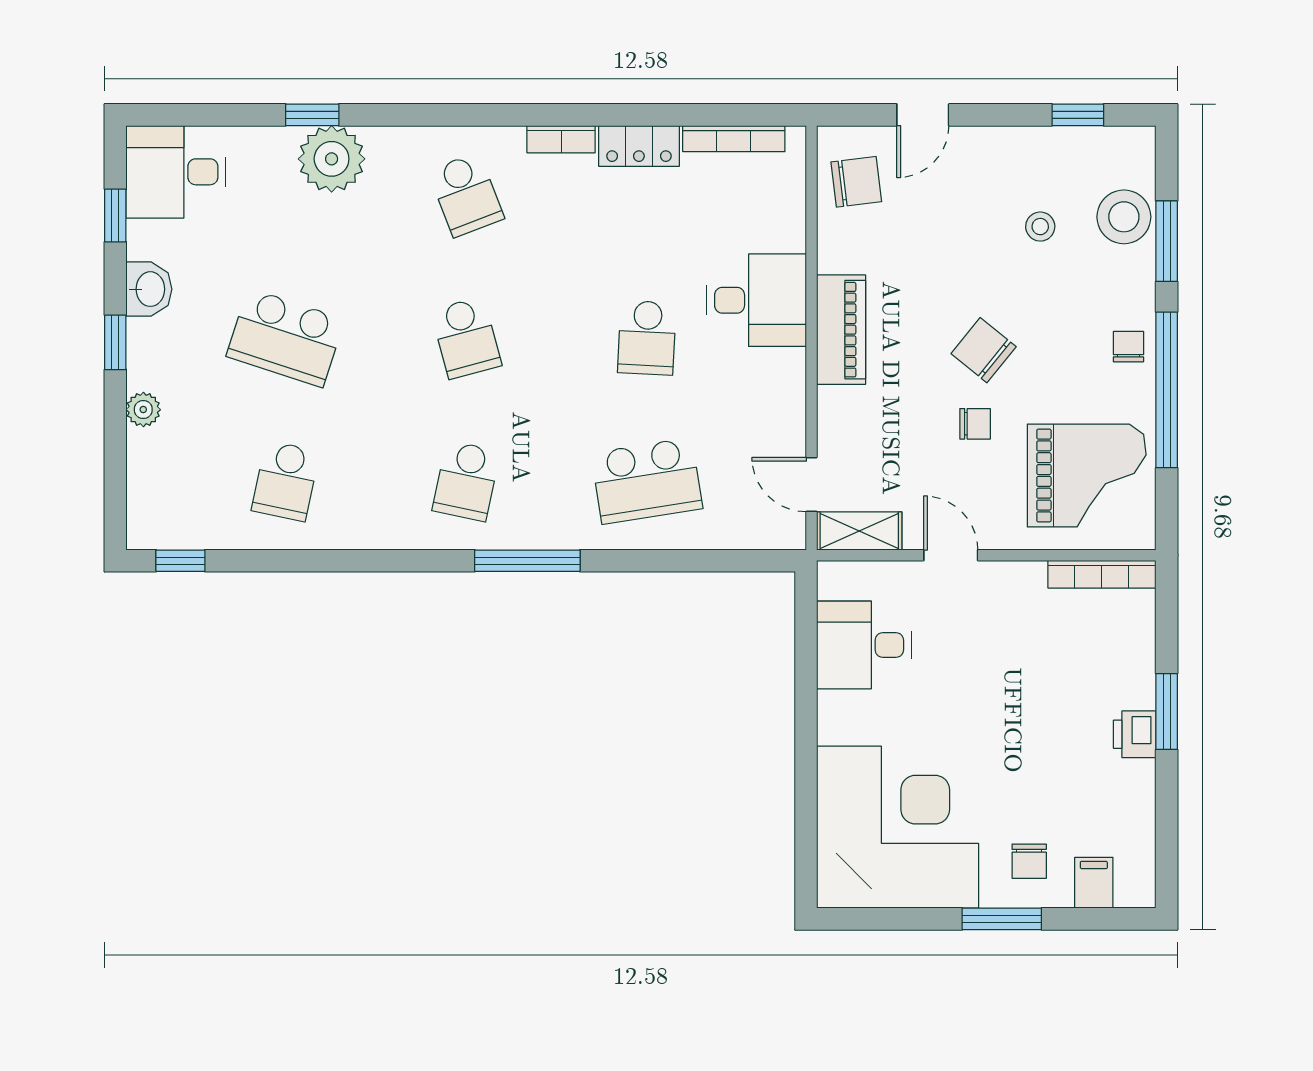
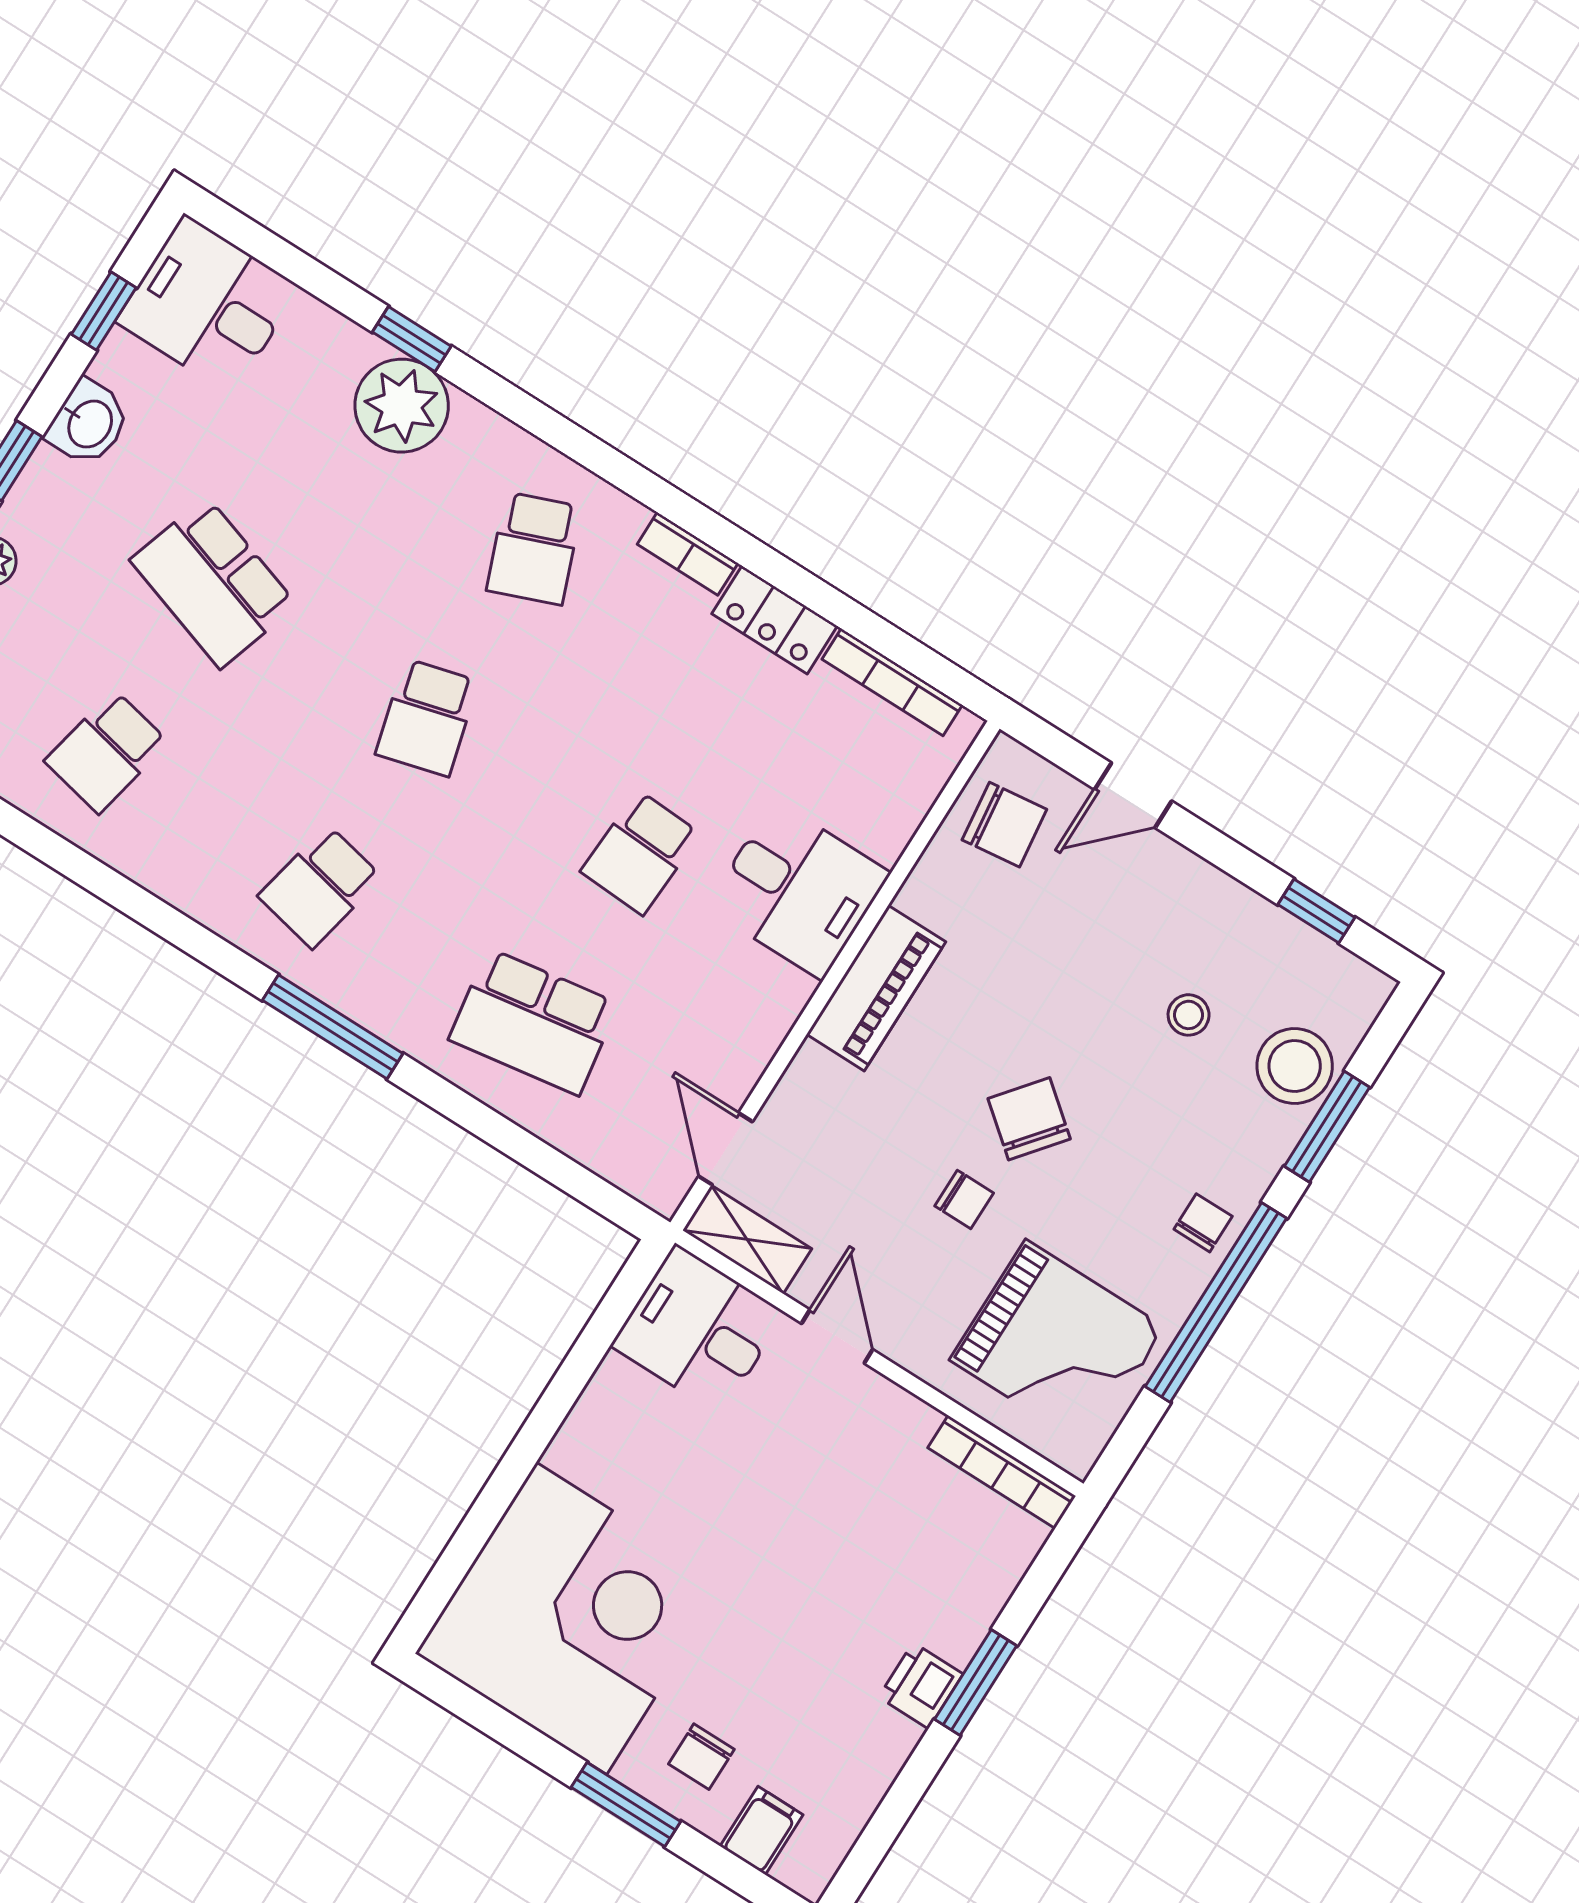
desk: (864, 645) -> (698, 1329), moved

